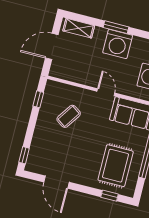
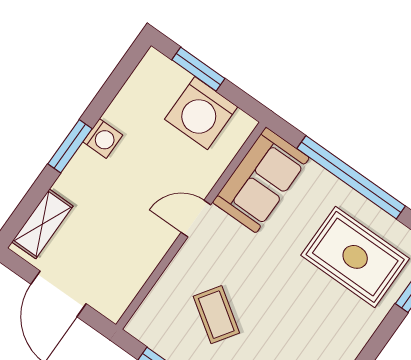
washing machine: (118, 44) -> (103, 138), width x0.53, depth x0.53

